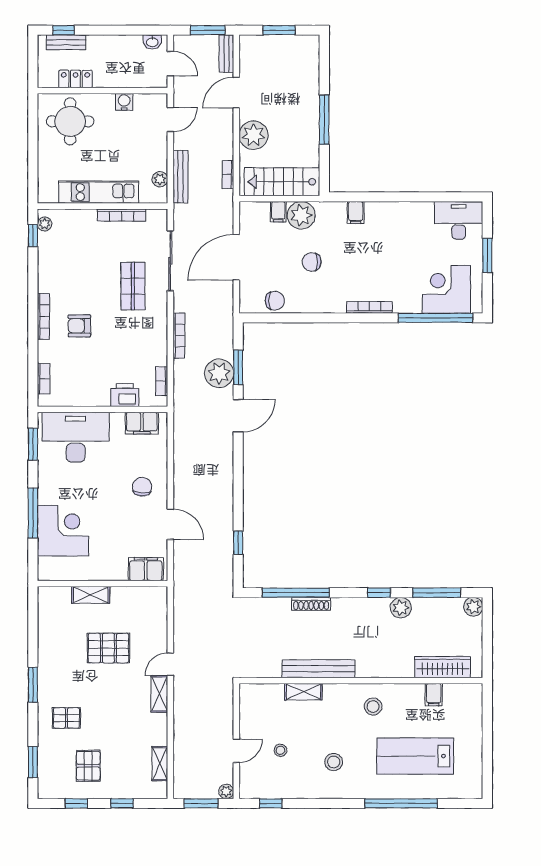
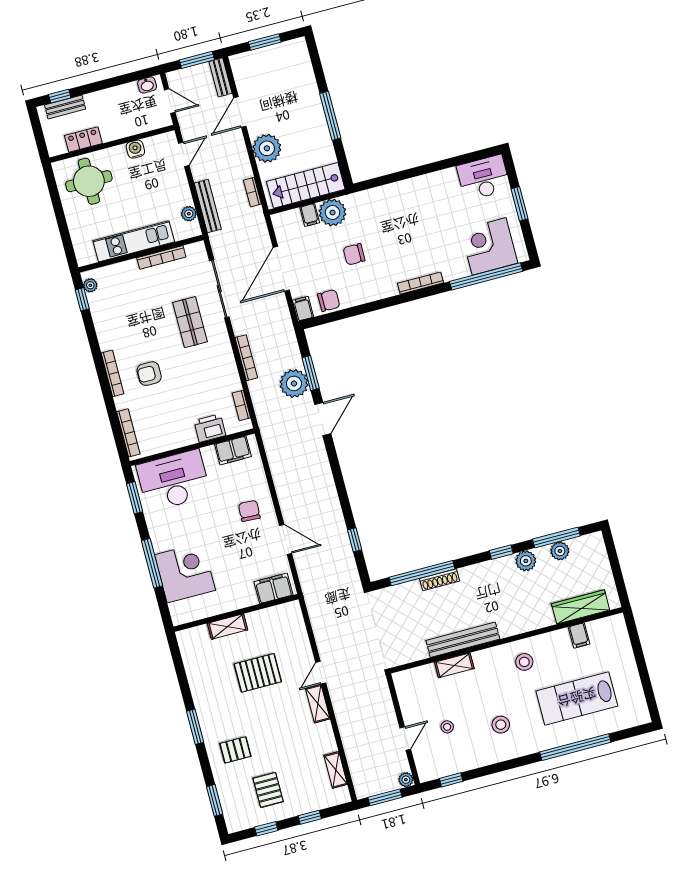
filing cabinet: (356, 213) -> (303, 309), moved, turned 180
bookcase: (44, 379) -> (128, 433), width x1.56
plant: (473, 607) -> (560, 551), moved

